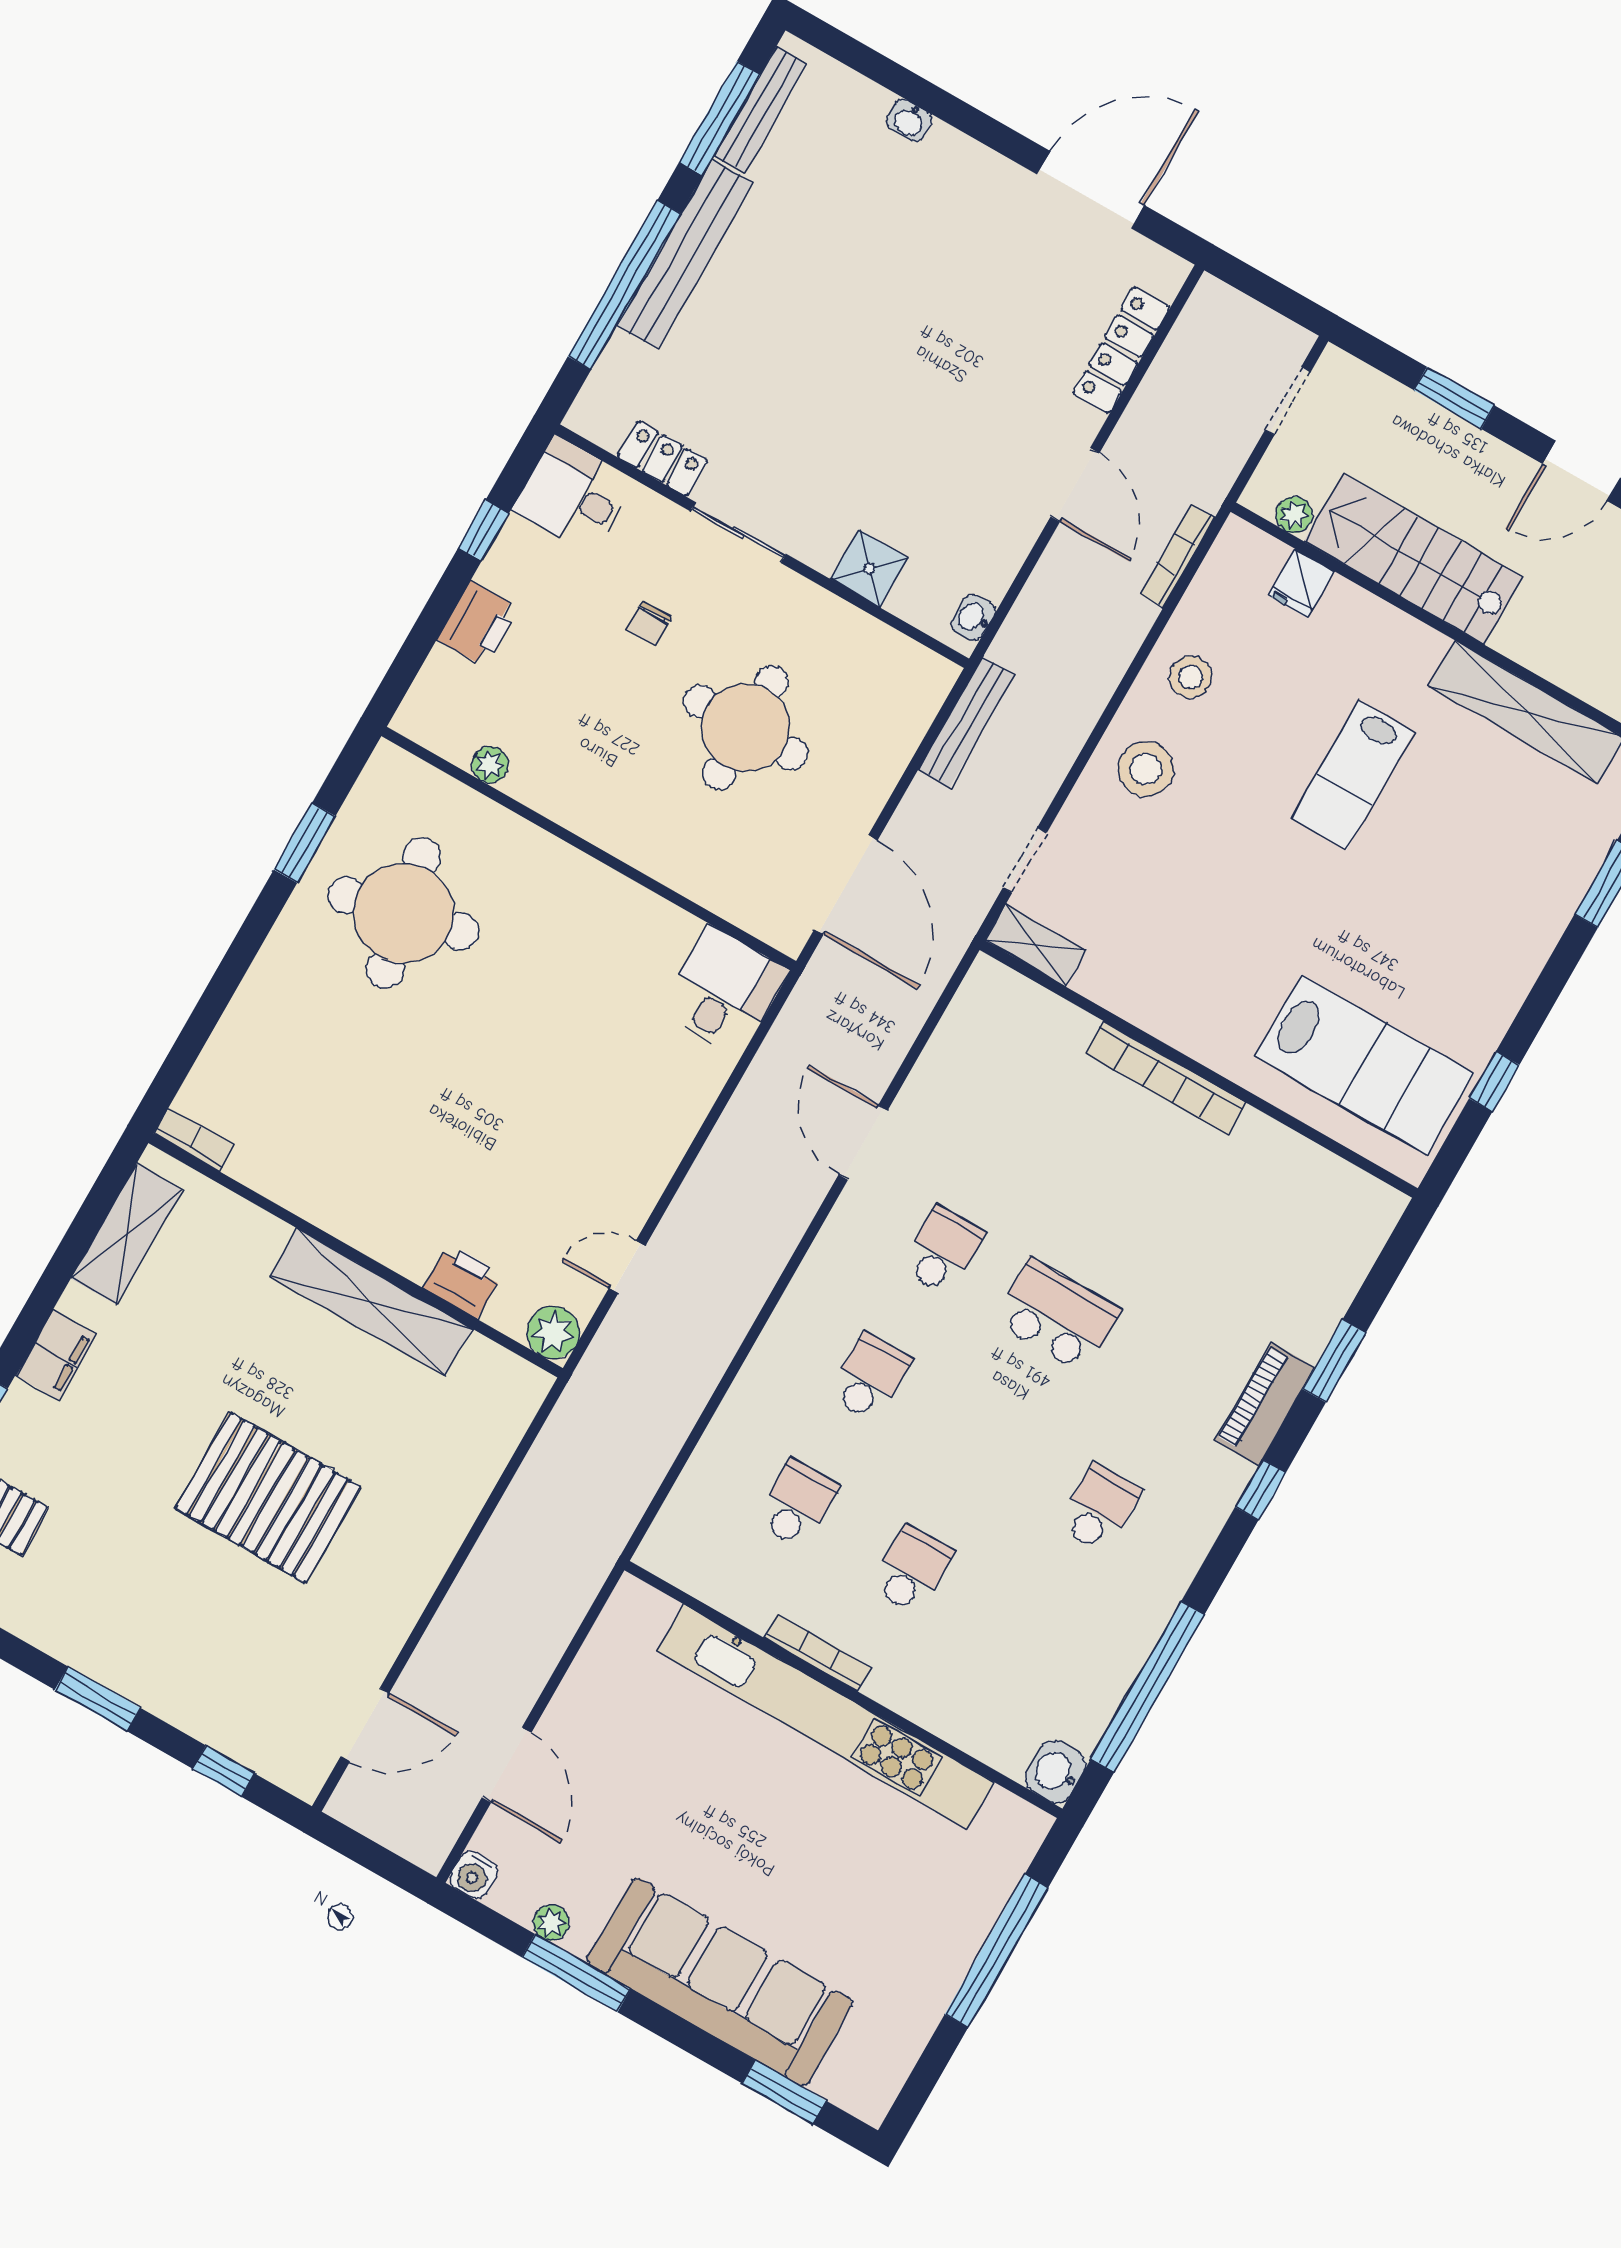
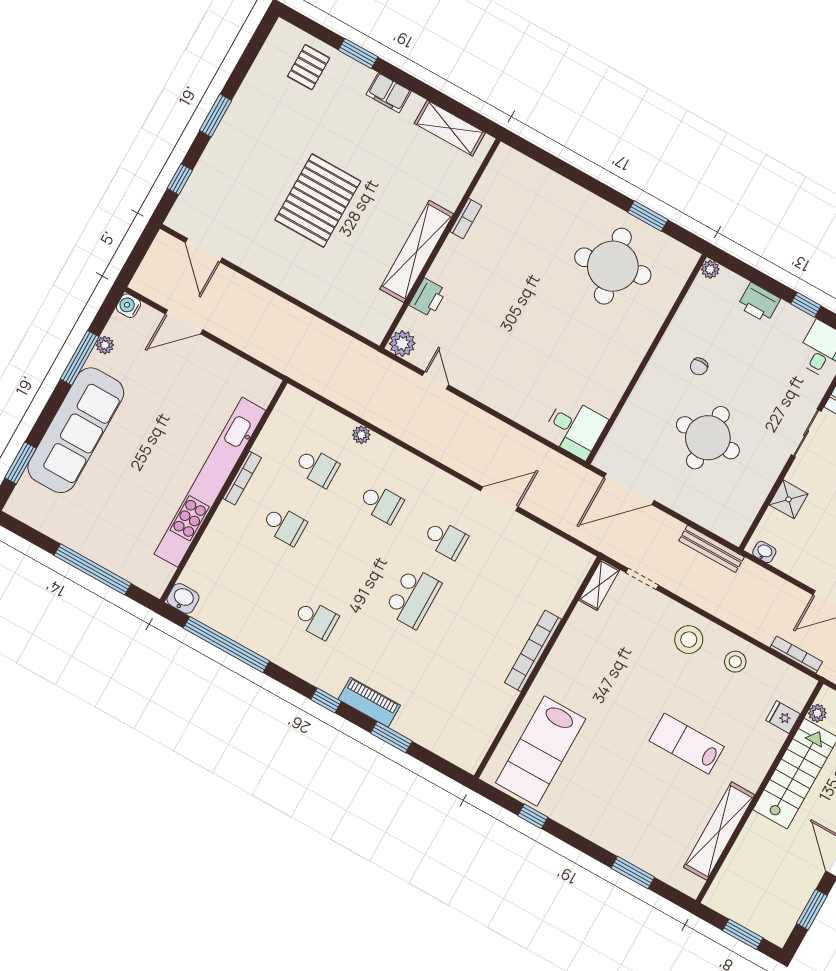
chair: (649, 623) -> (699, 366), moved, turned -90
plant: (490, 765) -> (710, 269), moved
bookcase: (194, 1139) -> (466, 219), moved
plant: (734, 1415) -> (361, 435), added

